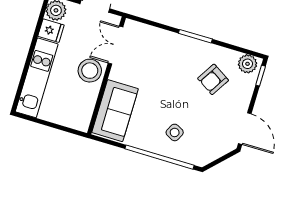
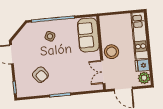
double door: (116, 45) -> (103, 72), swing flipped
plant: (248, 64) -> (25, 91), removed
armchair: (213, 79) -> (40, 75), turned 111

